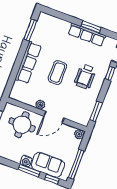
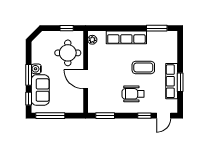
coffee table: (57, 73) -> (143, 67), moved
plant: (40, 105) -> (92, 40), moved
plant: (79, 134) -> (79, 108), removed

